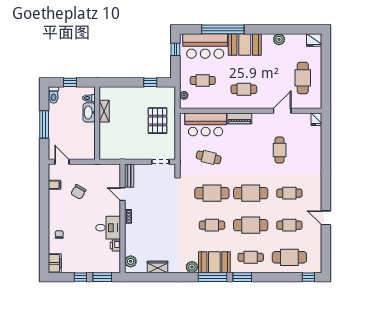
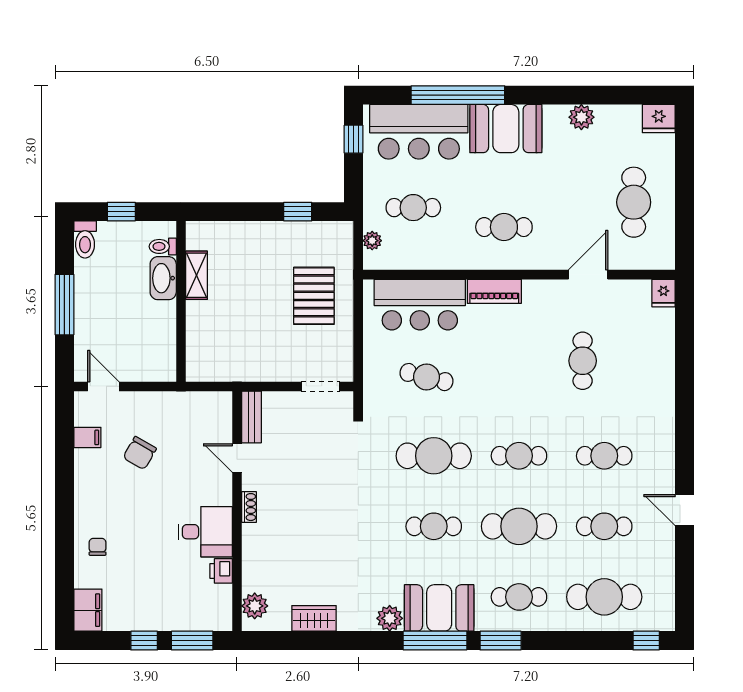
cafe table: (251, 193) -> (519, 456), width x0.73, depth x0.74

